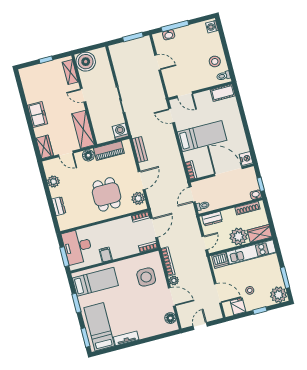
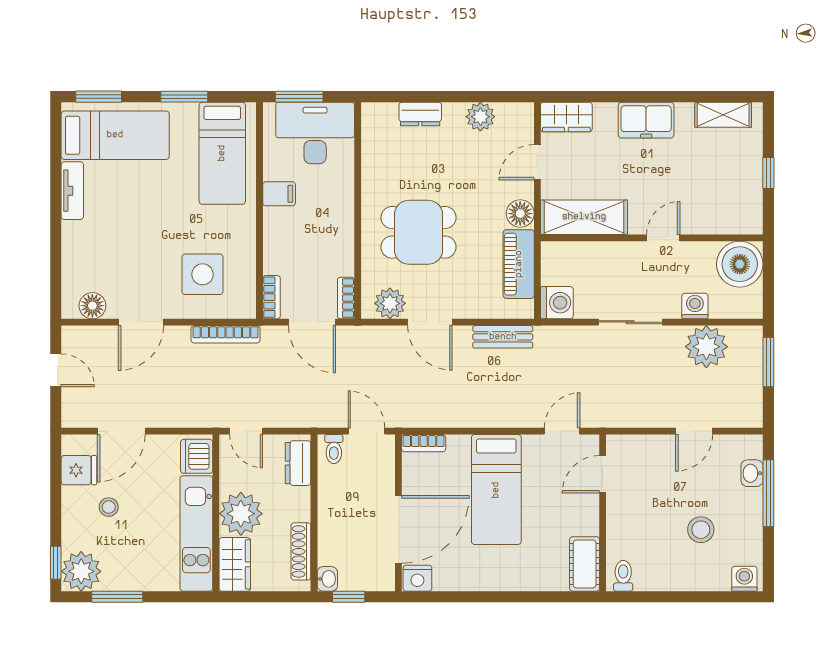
window: (133, 37) -> (768, 362), moved
stool: (215, 61) -> (701, 530), moved
shelving: (70, 72) -> (723, 115), moved
washing machine: (107, 75) -> (695, 306), added
plant: (174, 280) -> (706, 347), moved, width x1.88, depth x1.88
window: (260, 311) -> (56, 563), moved

